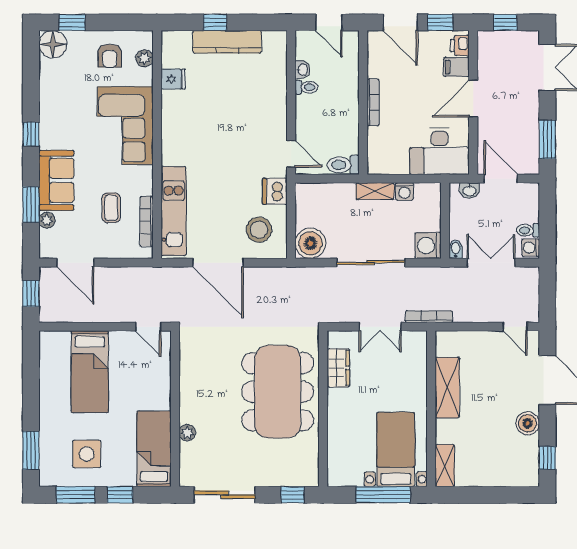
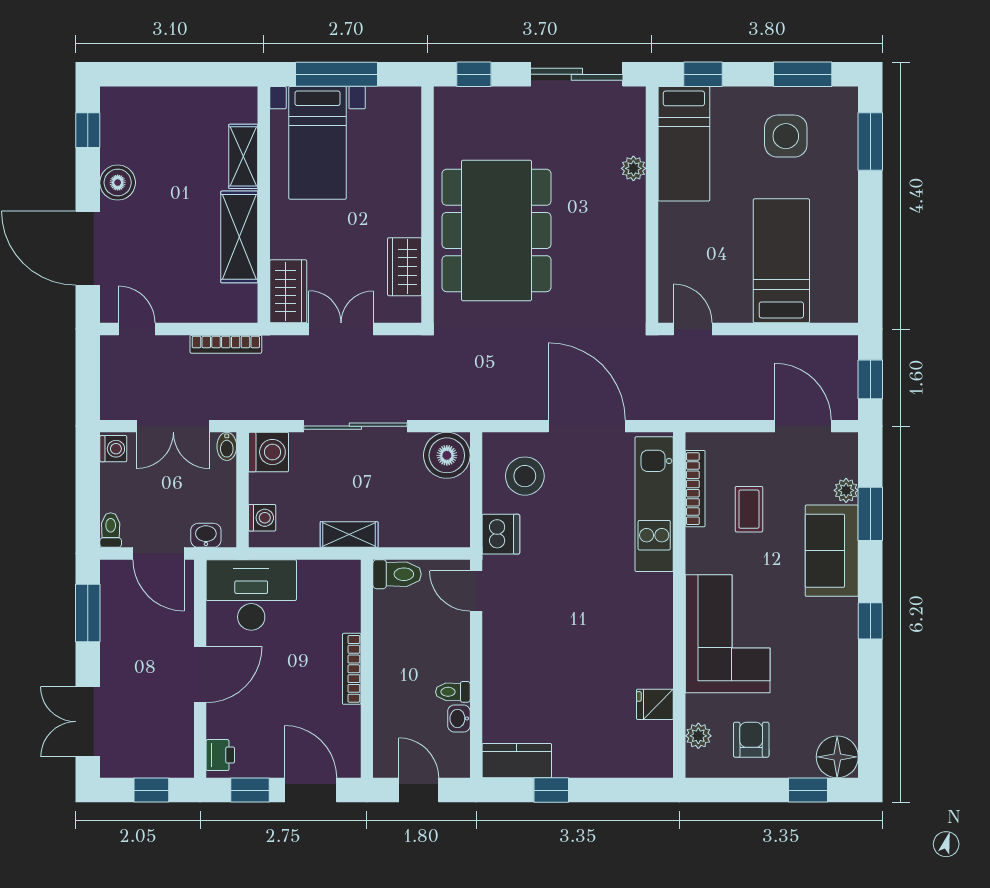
window: (215, 22) -> (551, 790), moved
kitchen counter: (227, 42) -> (517, 761), moved, width x0.67
filing cabinet: (456, 67) -> (226, 722), removed
washing machine: (404, 191) -> (262, 518), moved, turned 90
toilet: (528, 230) -> (111, 530), moved, turned -90
bookcase: (429, 317) -> (226, 344), moved
wardrobe: (415, 352) -> (288, 291), added
shelving: (445, 466) -> (243, 156), moved
window: (120, 495) -> (703, 74), moved

